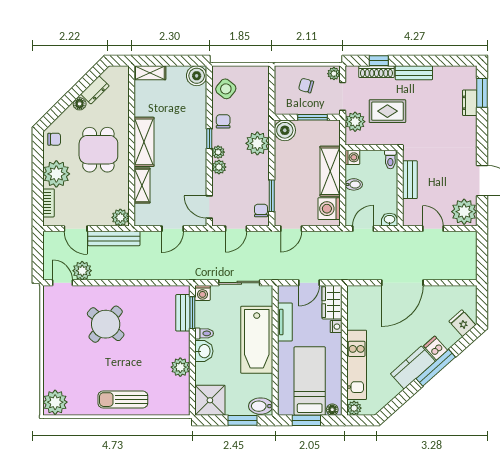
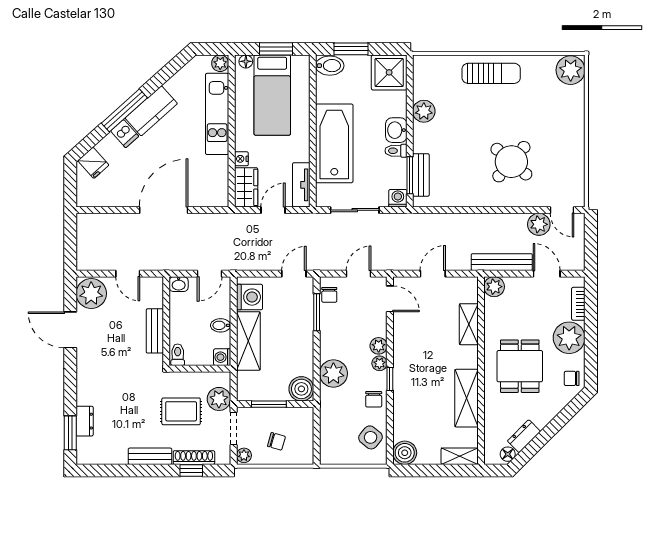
floor lamp: (80, 104) -> (508, 454), moved
shelving: (144, 142) -> (466, 398), moved
tv unit: (285, 322) -> (301, 185), moved

